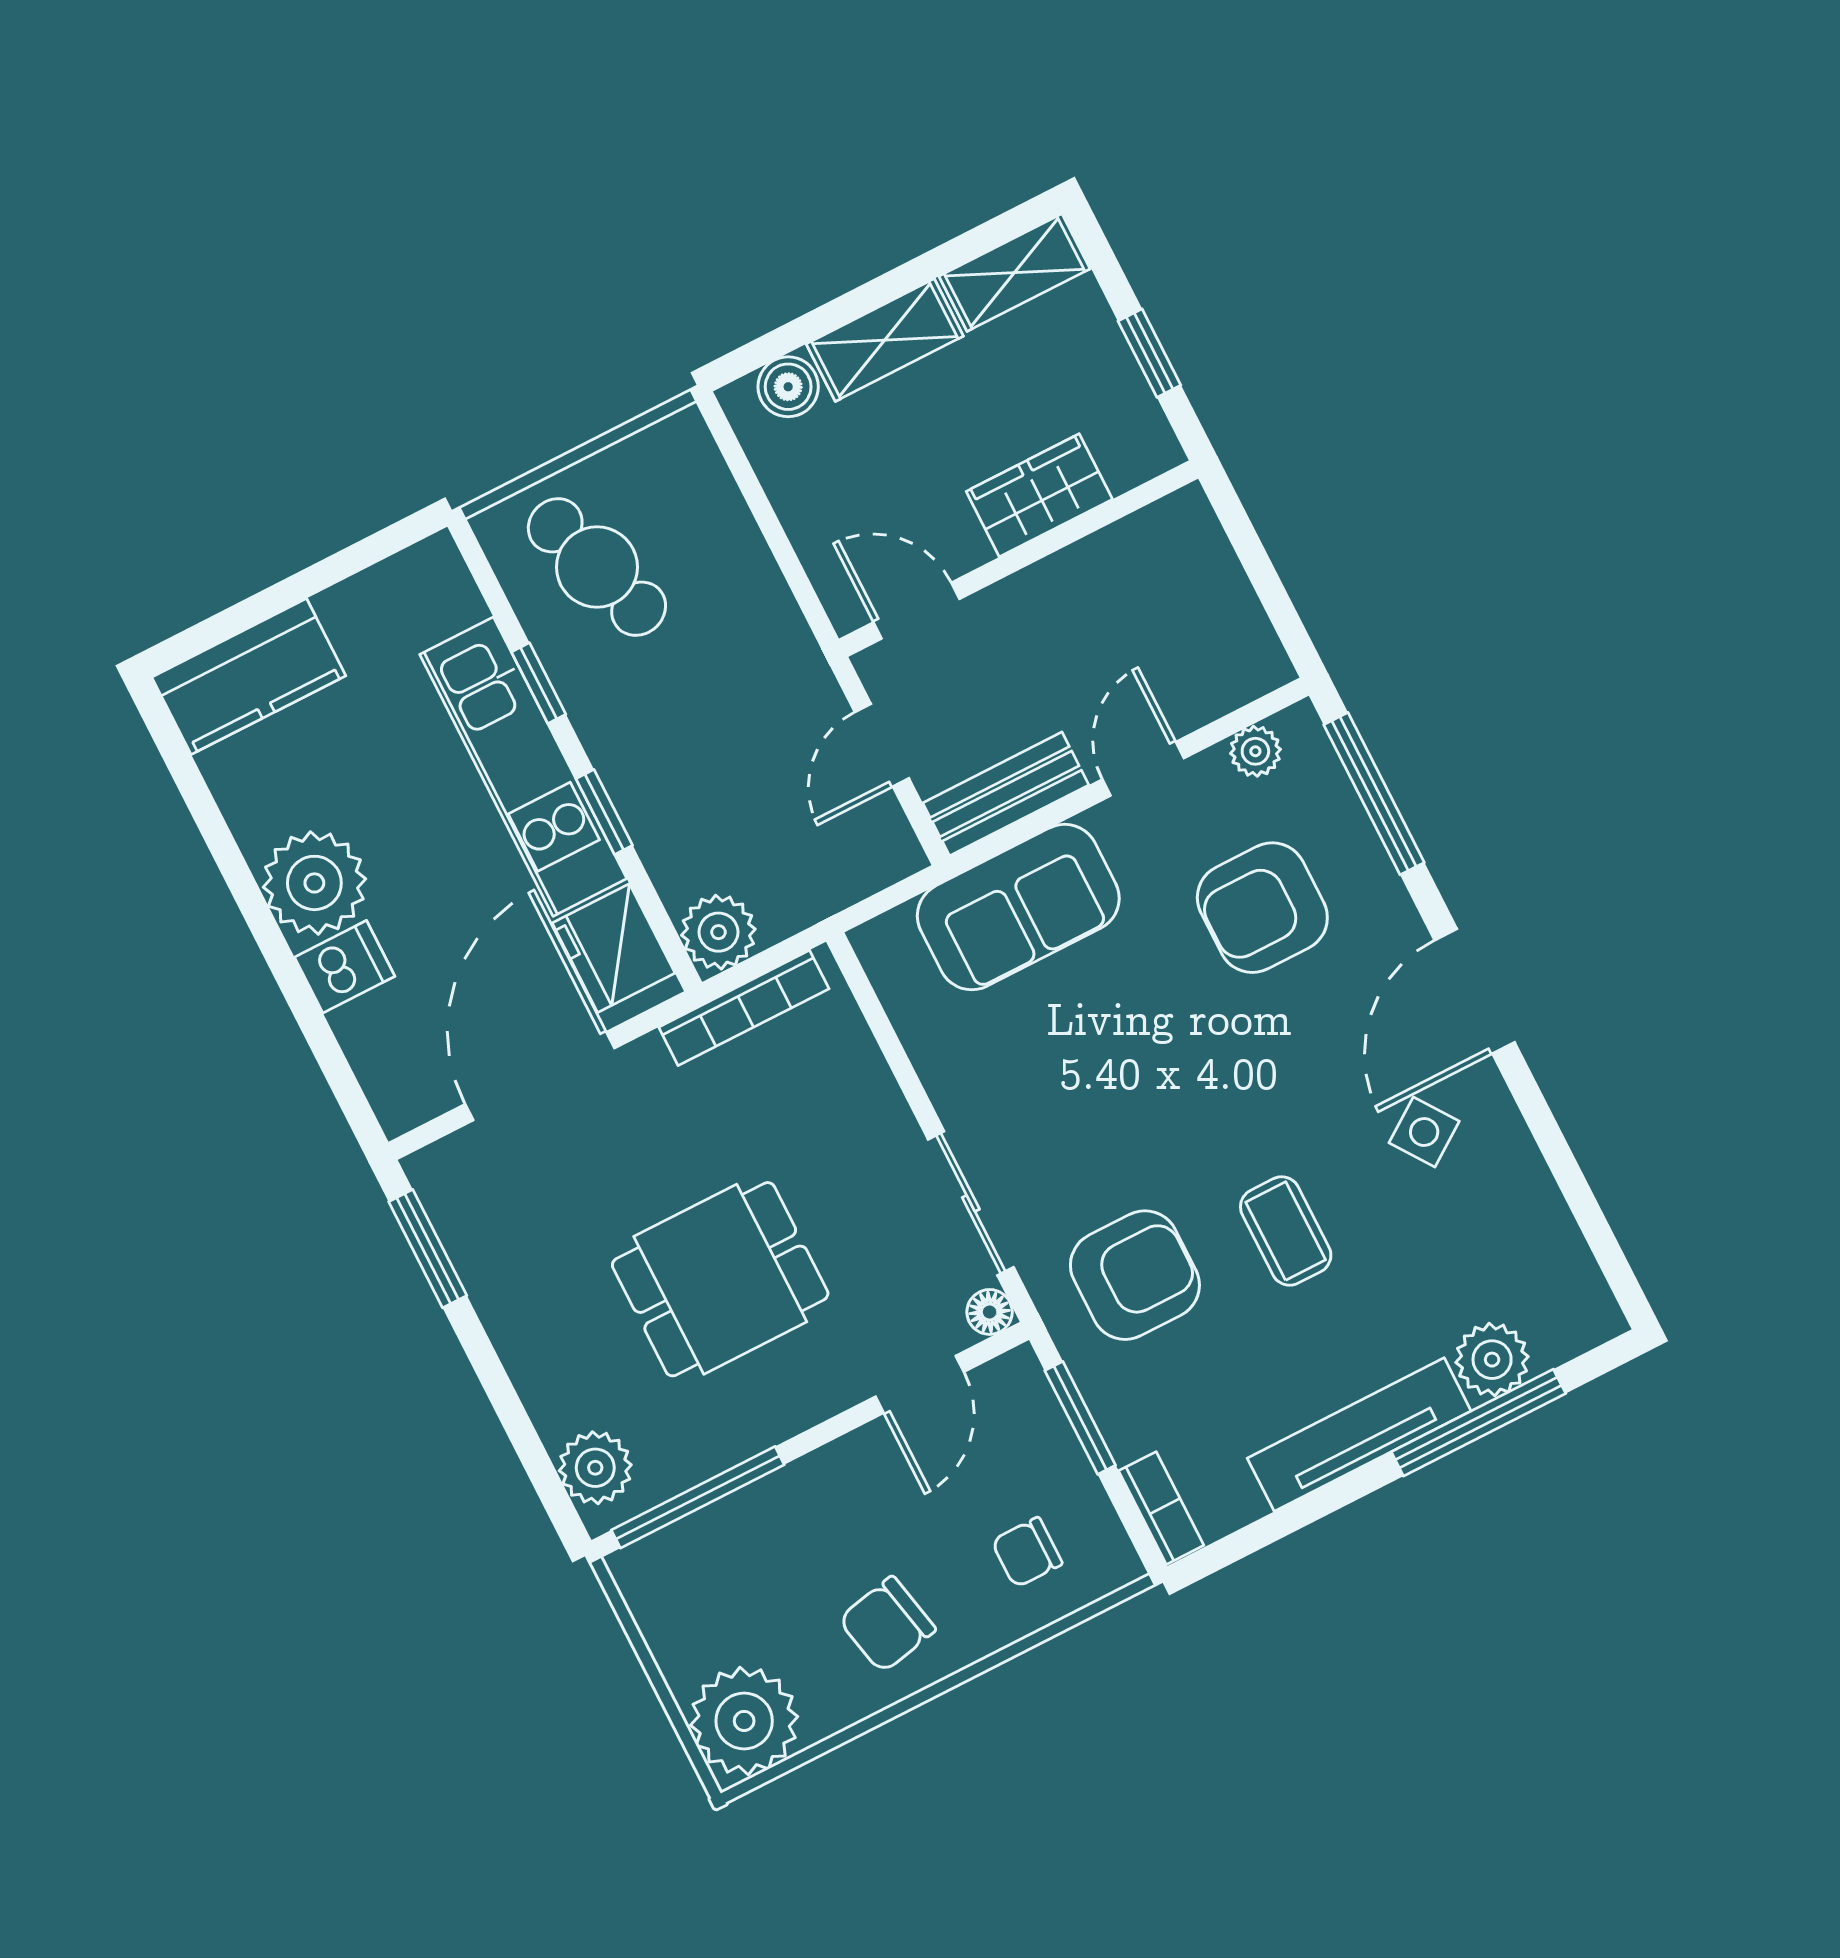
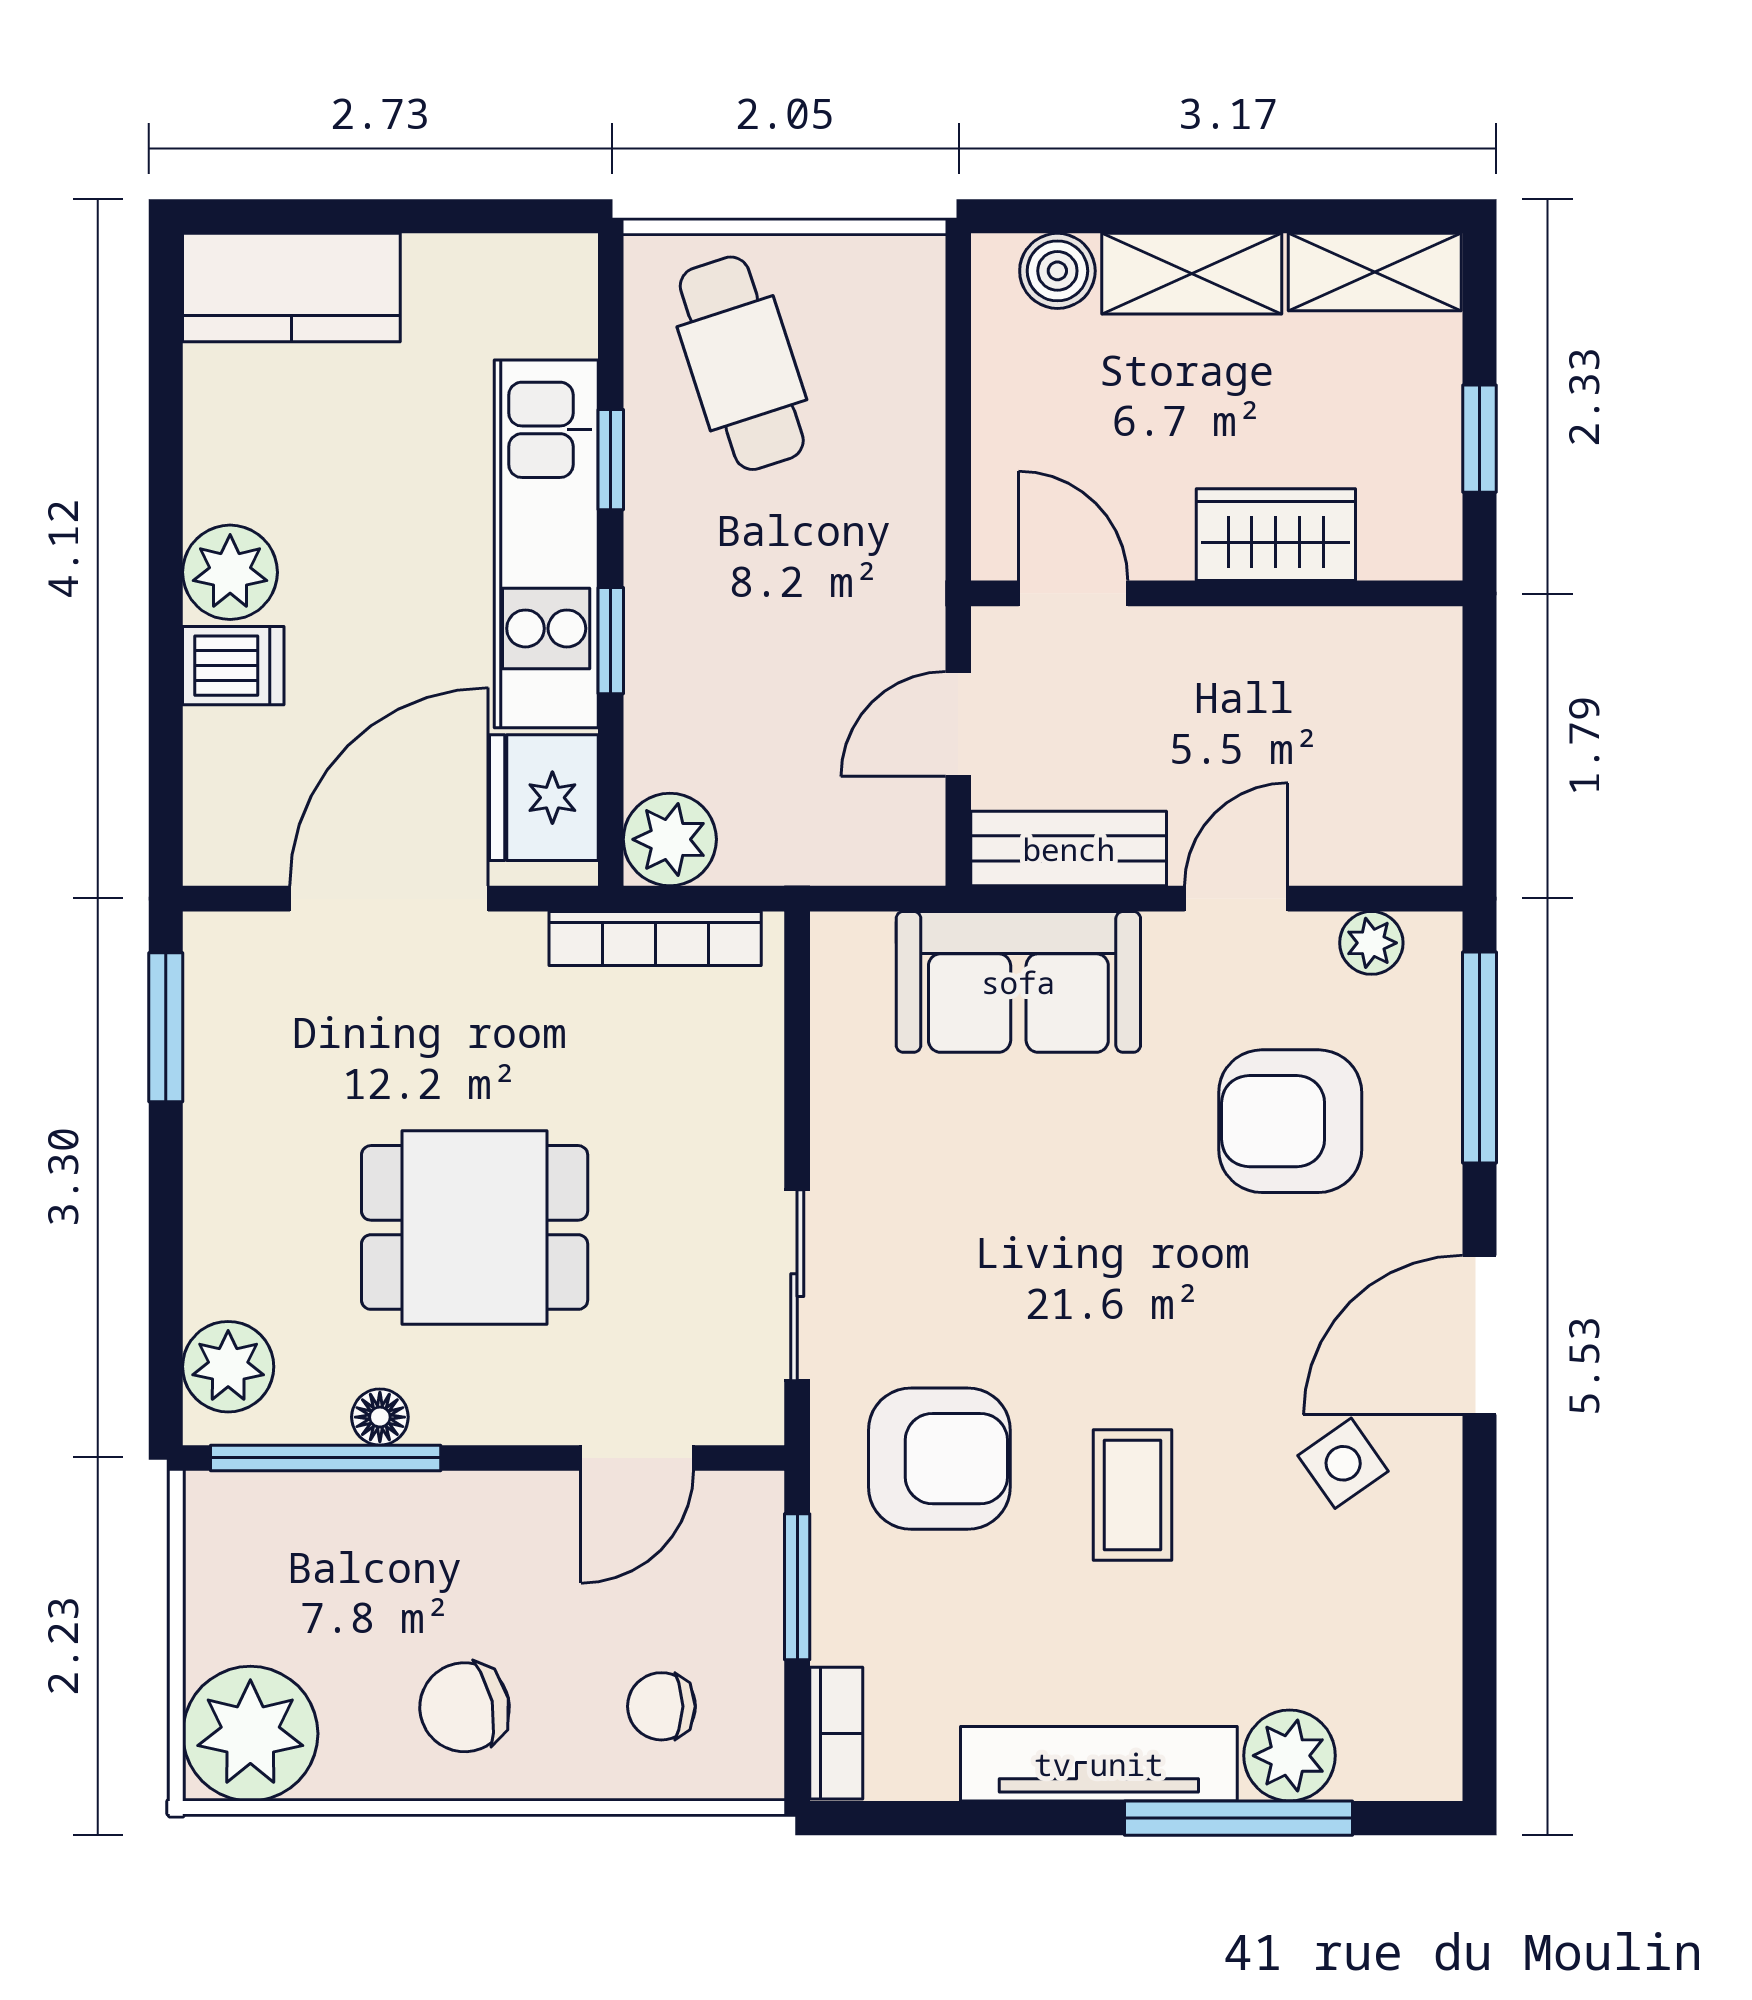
plant: (314, 883) -> (230, 572), width x0.73, depth x0.73
floor lamp: (990, 1312) -> (380, 1417), moved

